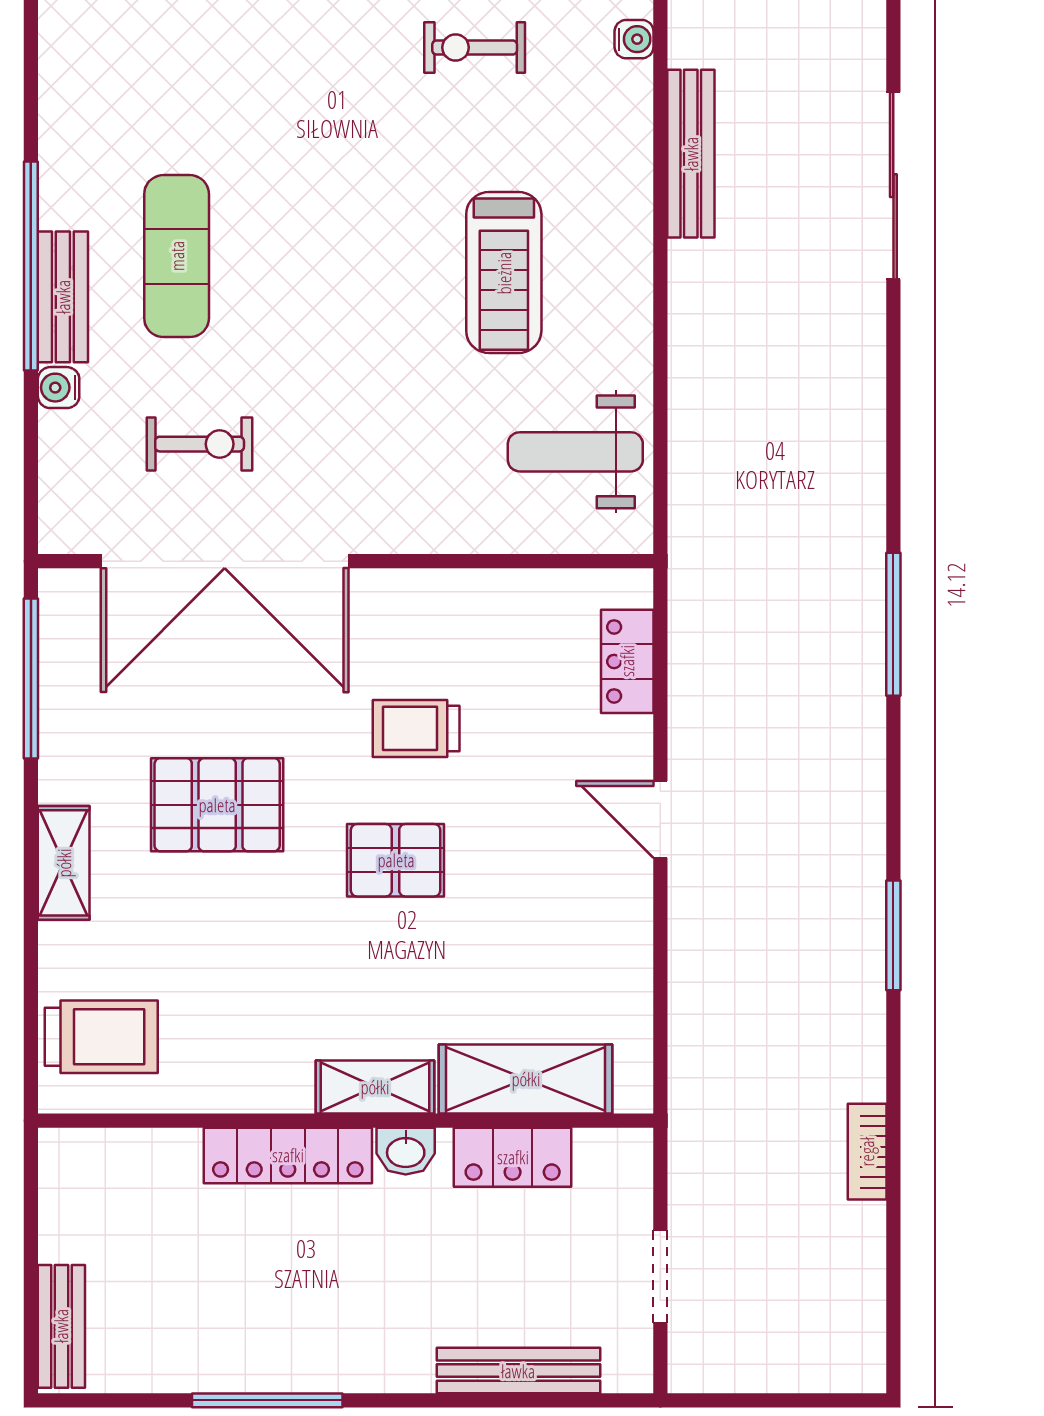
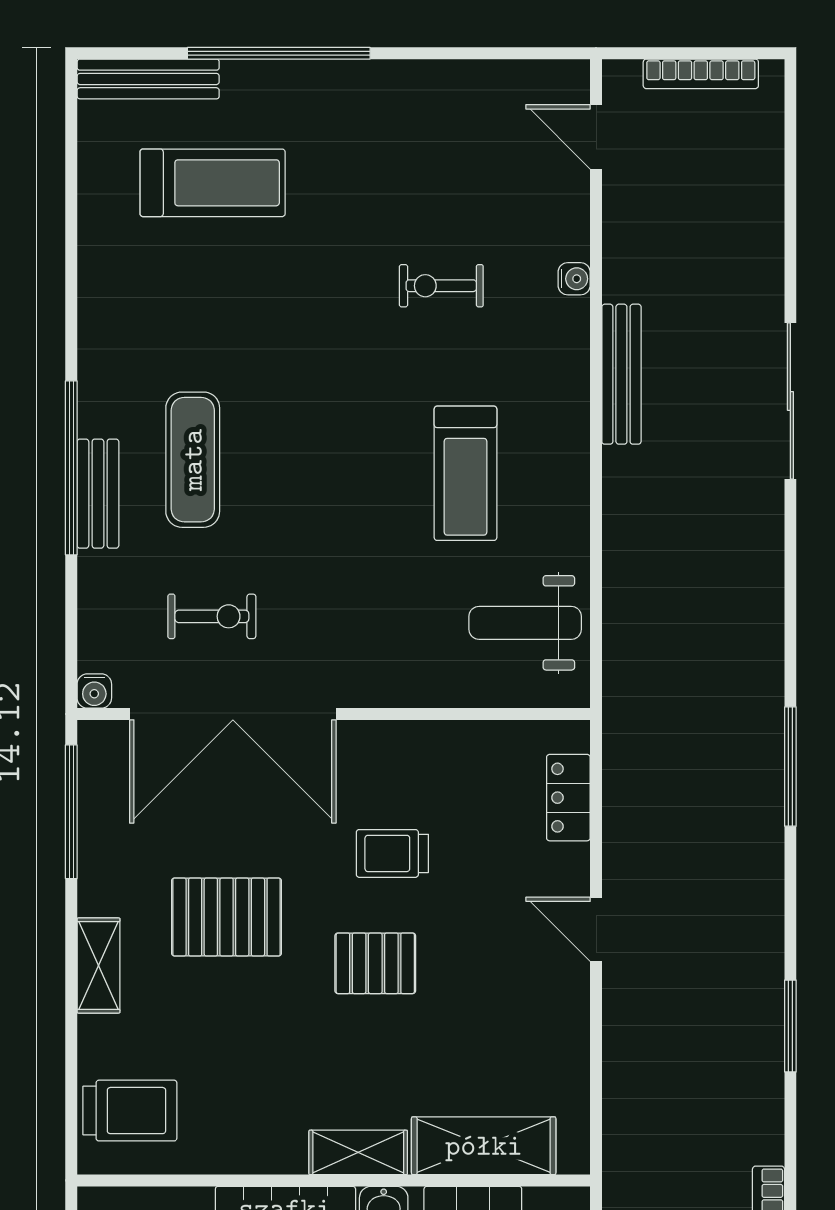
water cooler: (59, 388) -> (94, 691), moved, turned -90

